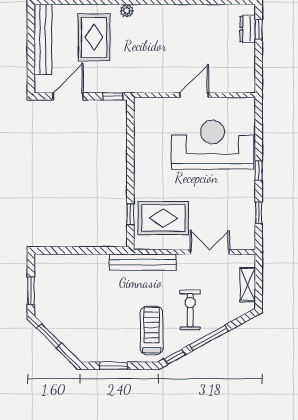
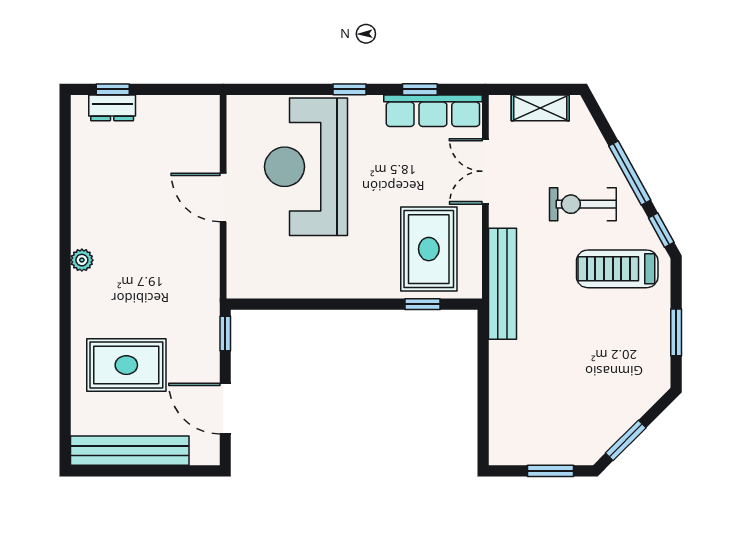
plant: (127, 11) -> (82, 260), moved
row of seats: (246, 220) -> (433, 111), added

